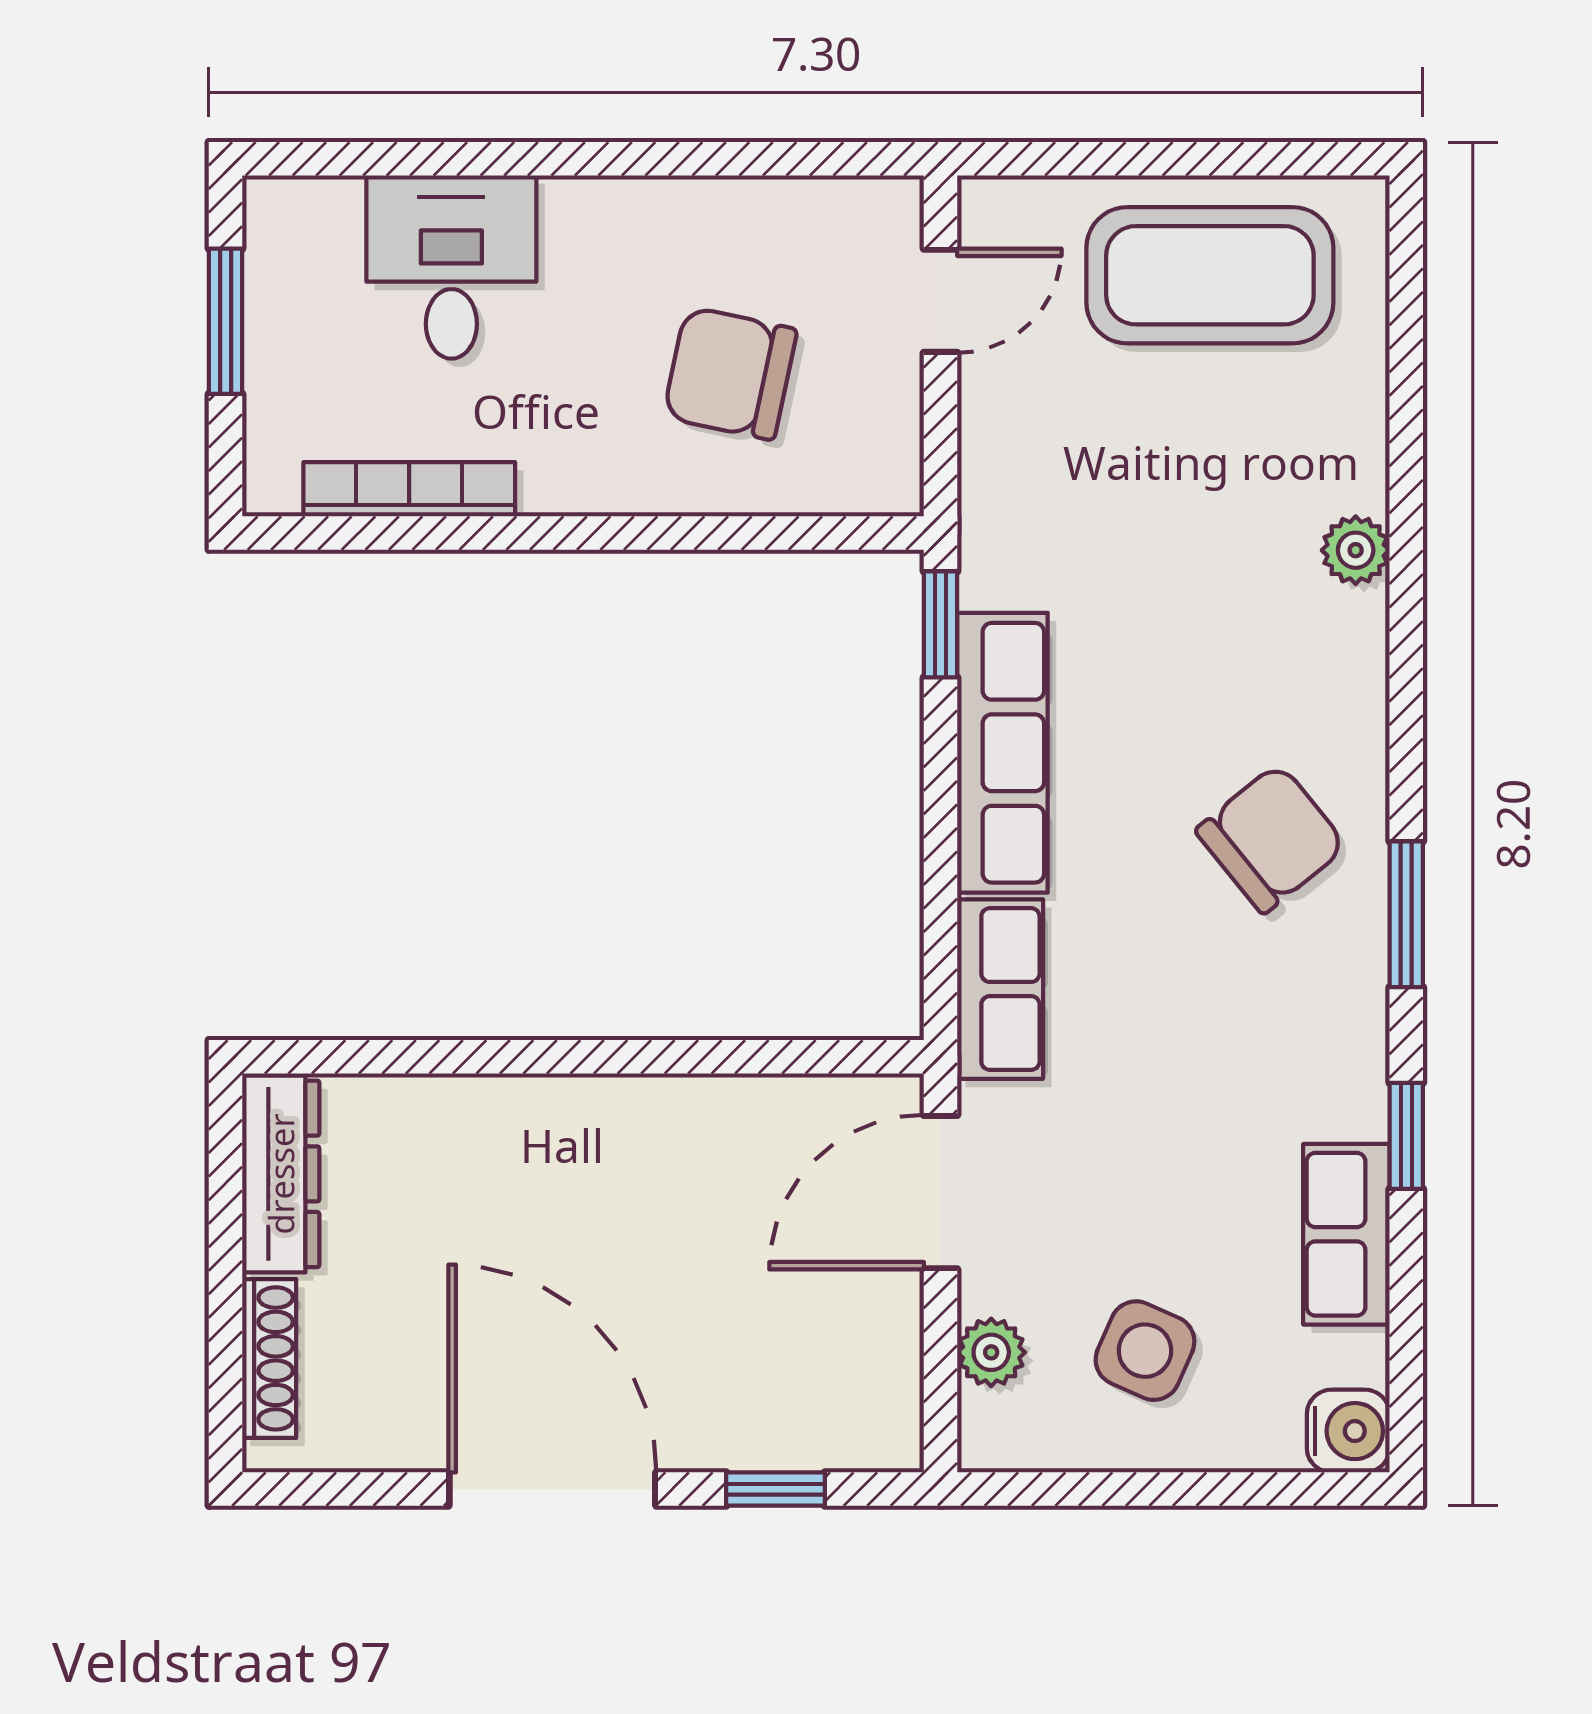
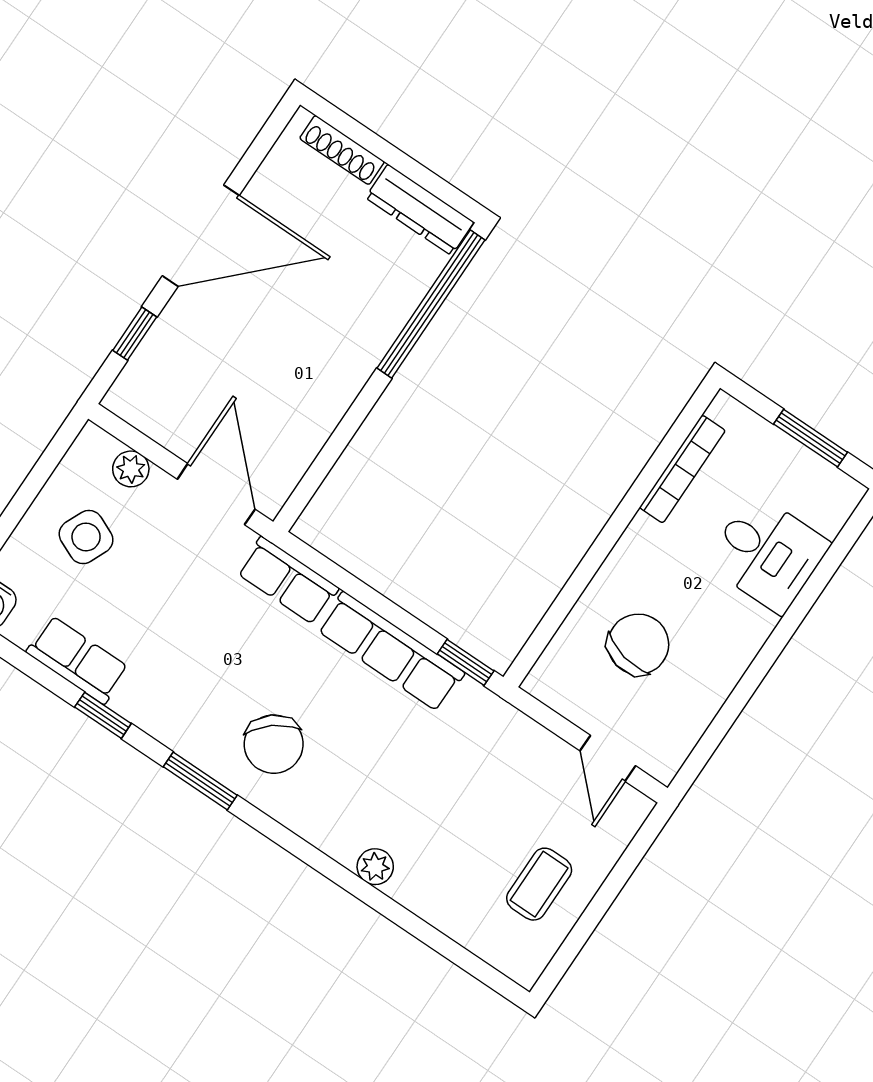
coffee table: (1210, 275) -> (539, 884), width x0.54, depth x0.58
window: (416, 1057) -> (431, 304), added

